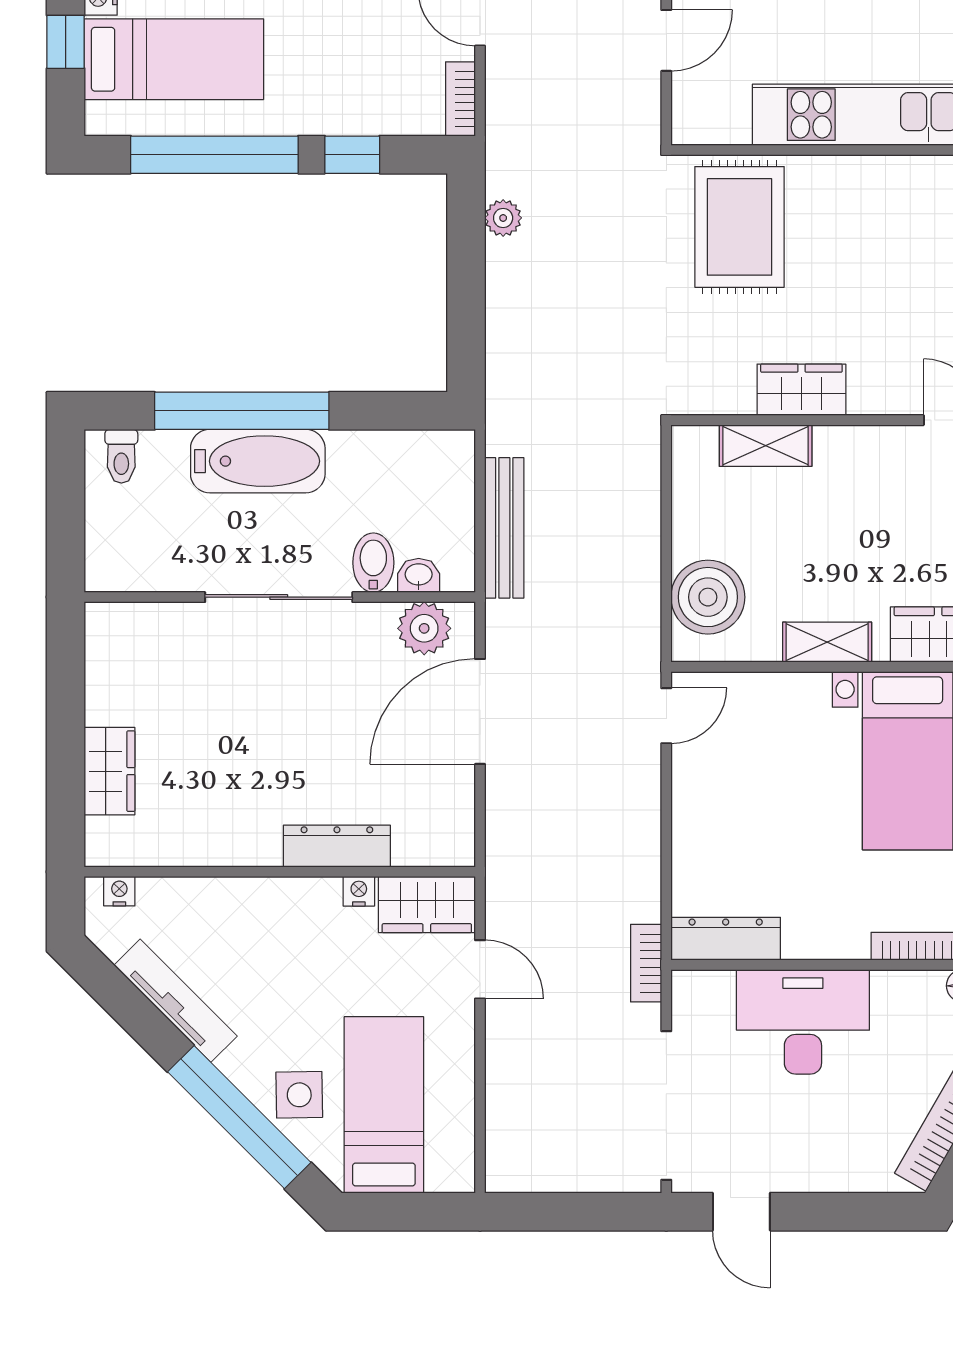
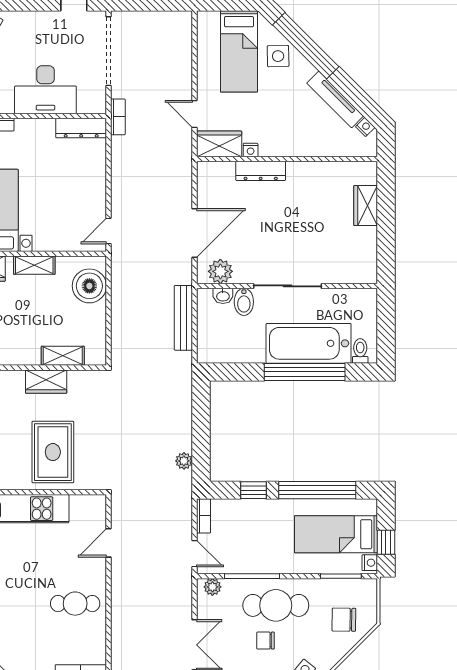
rug: (739, 227) -> (53, 452), moved
bathtub: (258, 461) -> (309, 343), width x1.36, depth x1.36
nightstand: (119, 891) -> (365, 127), moved, turned -135

